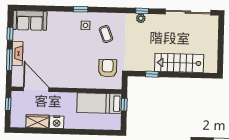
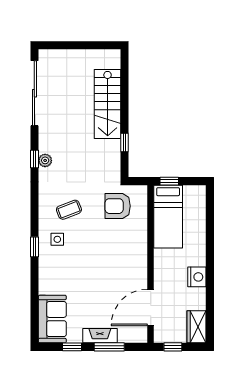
wardrobe: (37, 121) -> (196, 327), moved

